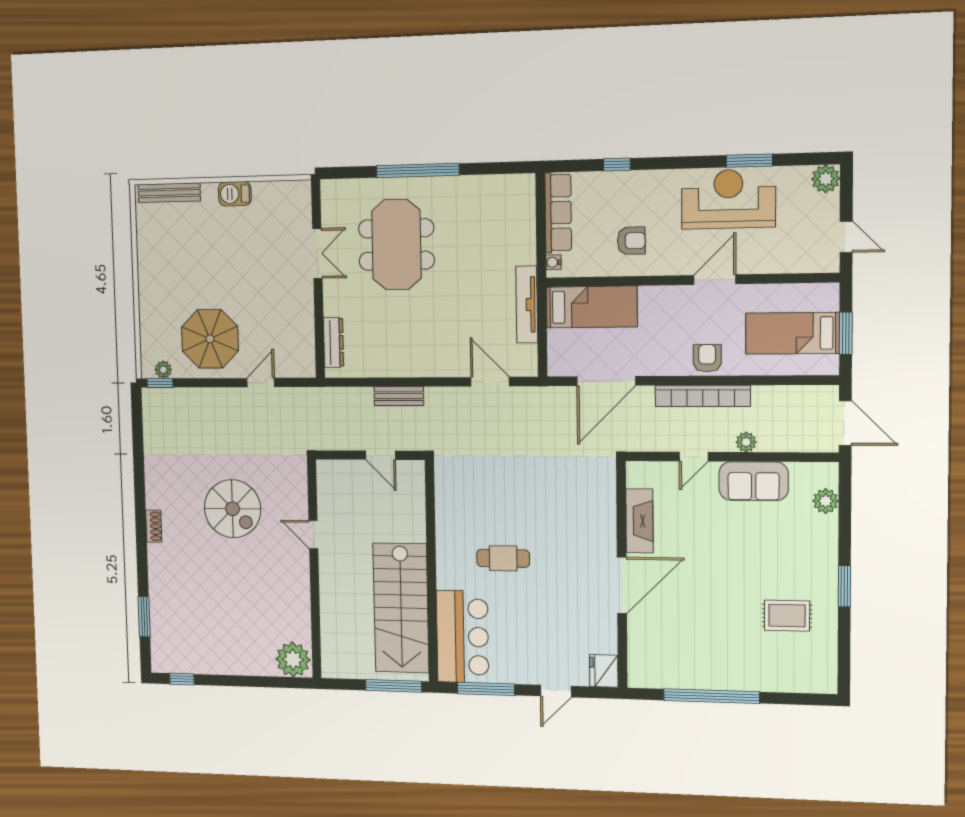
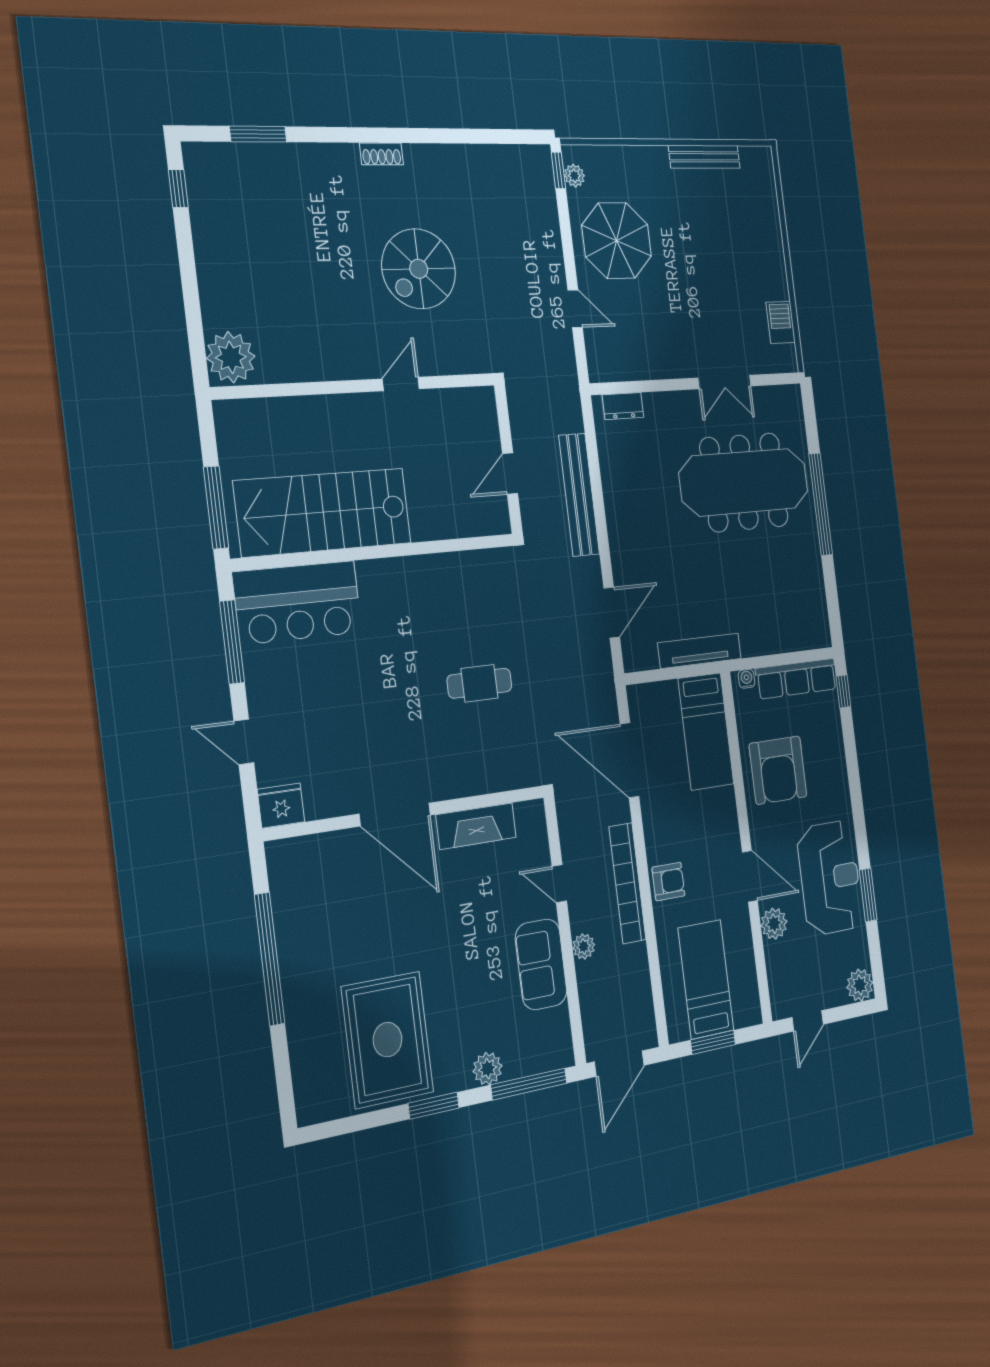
window: (617, 165) -> (843, 691), moved
bench: (169, 193) -> (704, 157), moved, turned 90
barbecue: (235, 194) -> (781, 322), moved
armchair: (631, 241) -> (778, 770), width x1.88, depth x1.88
meeting table: (396, 245) -> (744, 482), width x1.36
plant: (758, 261) -> (774, 924), added
dresser: (333, 342) -> (623, 406), width x0.70
bench: (399, 396) -> (579, 495), width x1.86, depth x1.21
plant: (826, 501) -> (488, 1069), moved
window: (845, 505) -> (529, 1084), added
cafe table: (503, 558) -> (479, 683), moved, turned 90
rug: (787, 616) -> (388, 1040), width x1.86, depth x2.06

